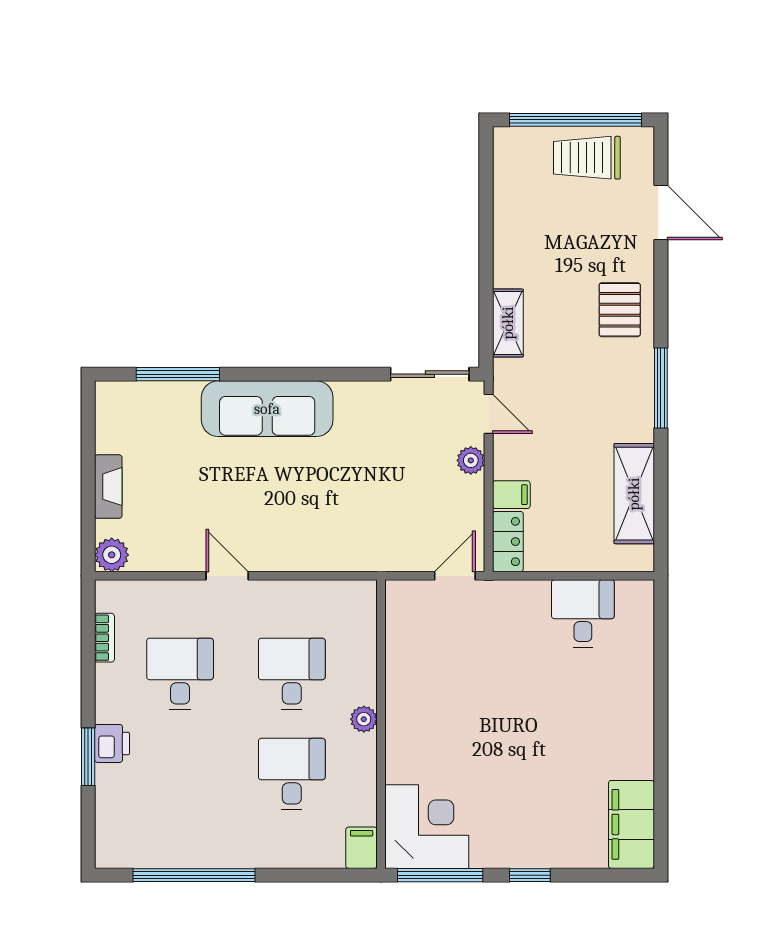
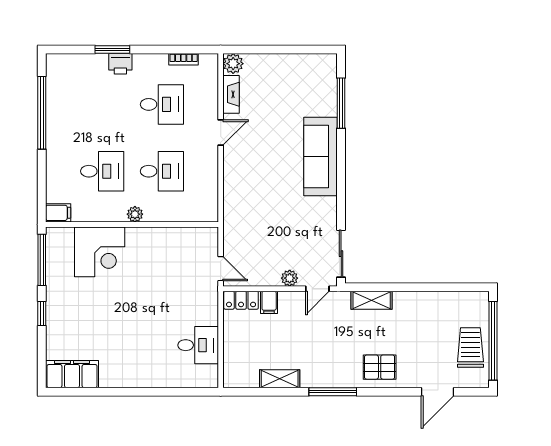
fireplace: (108, 487) -> (231, 94), moved, turned -90
shelving: (634, 494) -> (280, 379), width x0.67, depth x0.75
corner desk: (427, 827) -> (100, 252), moved

